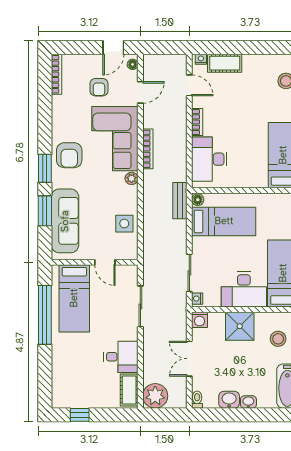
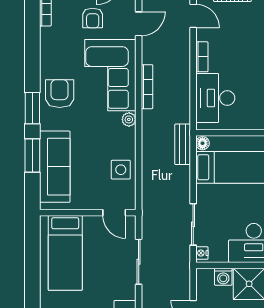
armchair: (69, 155) -> (60, 94), turned 180
door: (105, 262) -> (114, 213), moved
window: (45, 315) -> (32, 271), removed
washing machine: (200, 320) -> (223, 277), moved

